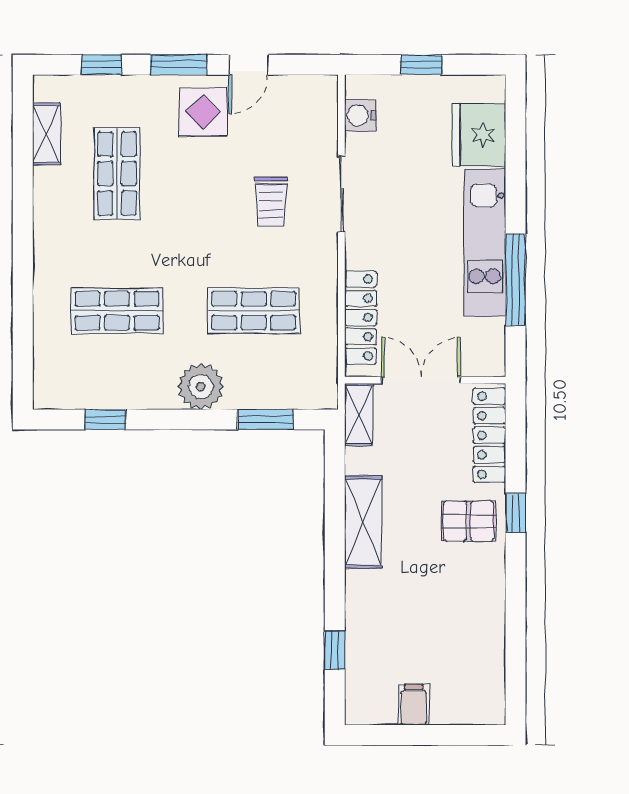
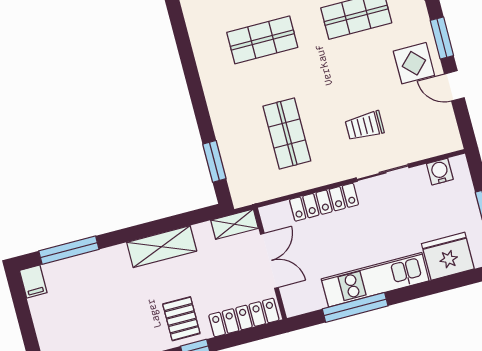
shop shelf: (117, 311) -> (262, 40), turned 90
locker: (361, 317) -> (324, 202), moved
plant: (201, 386) -> (225, 111), removed
window: (105, 420) -> (186, 51), removed
window: (335, 650) -> (69, 250), width x2.17
filing cabinet: (414, 705) -> (33, 282), moved, turned 90

